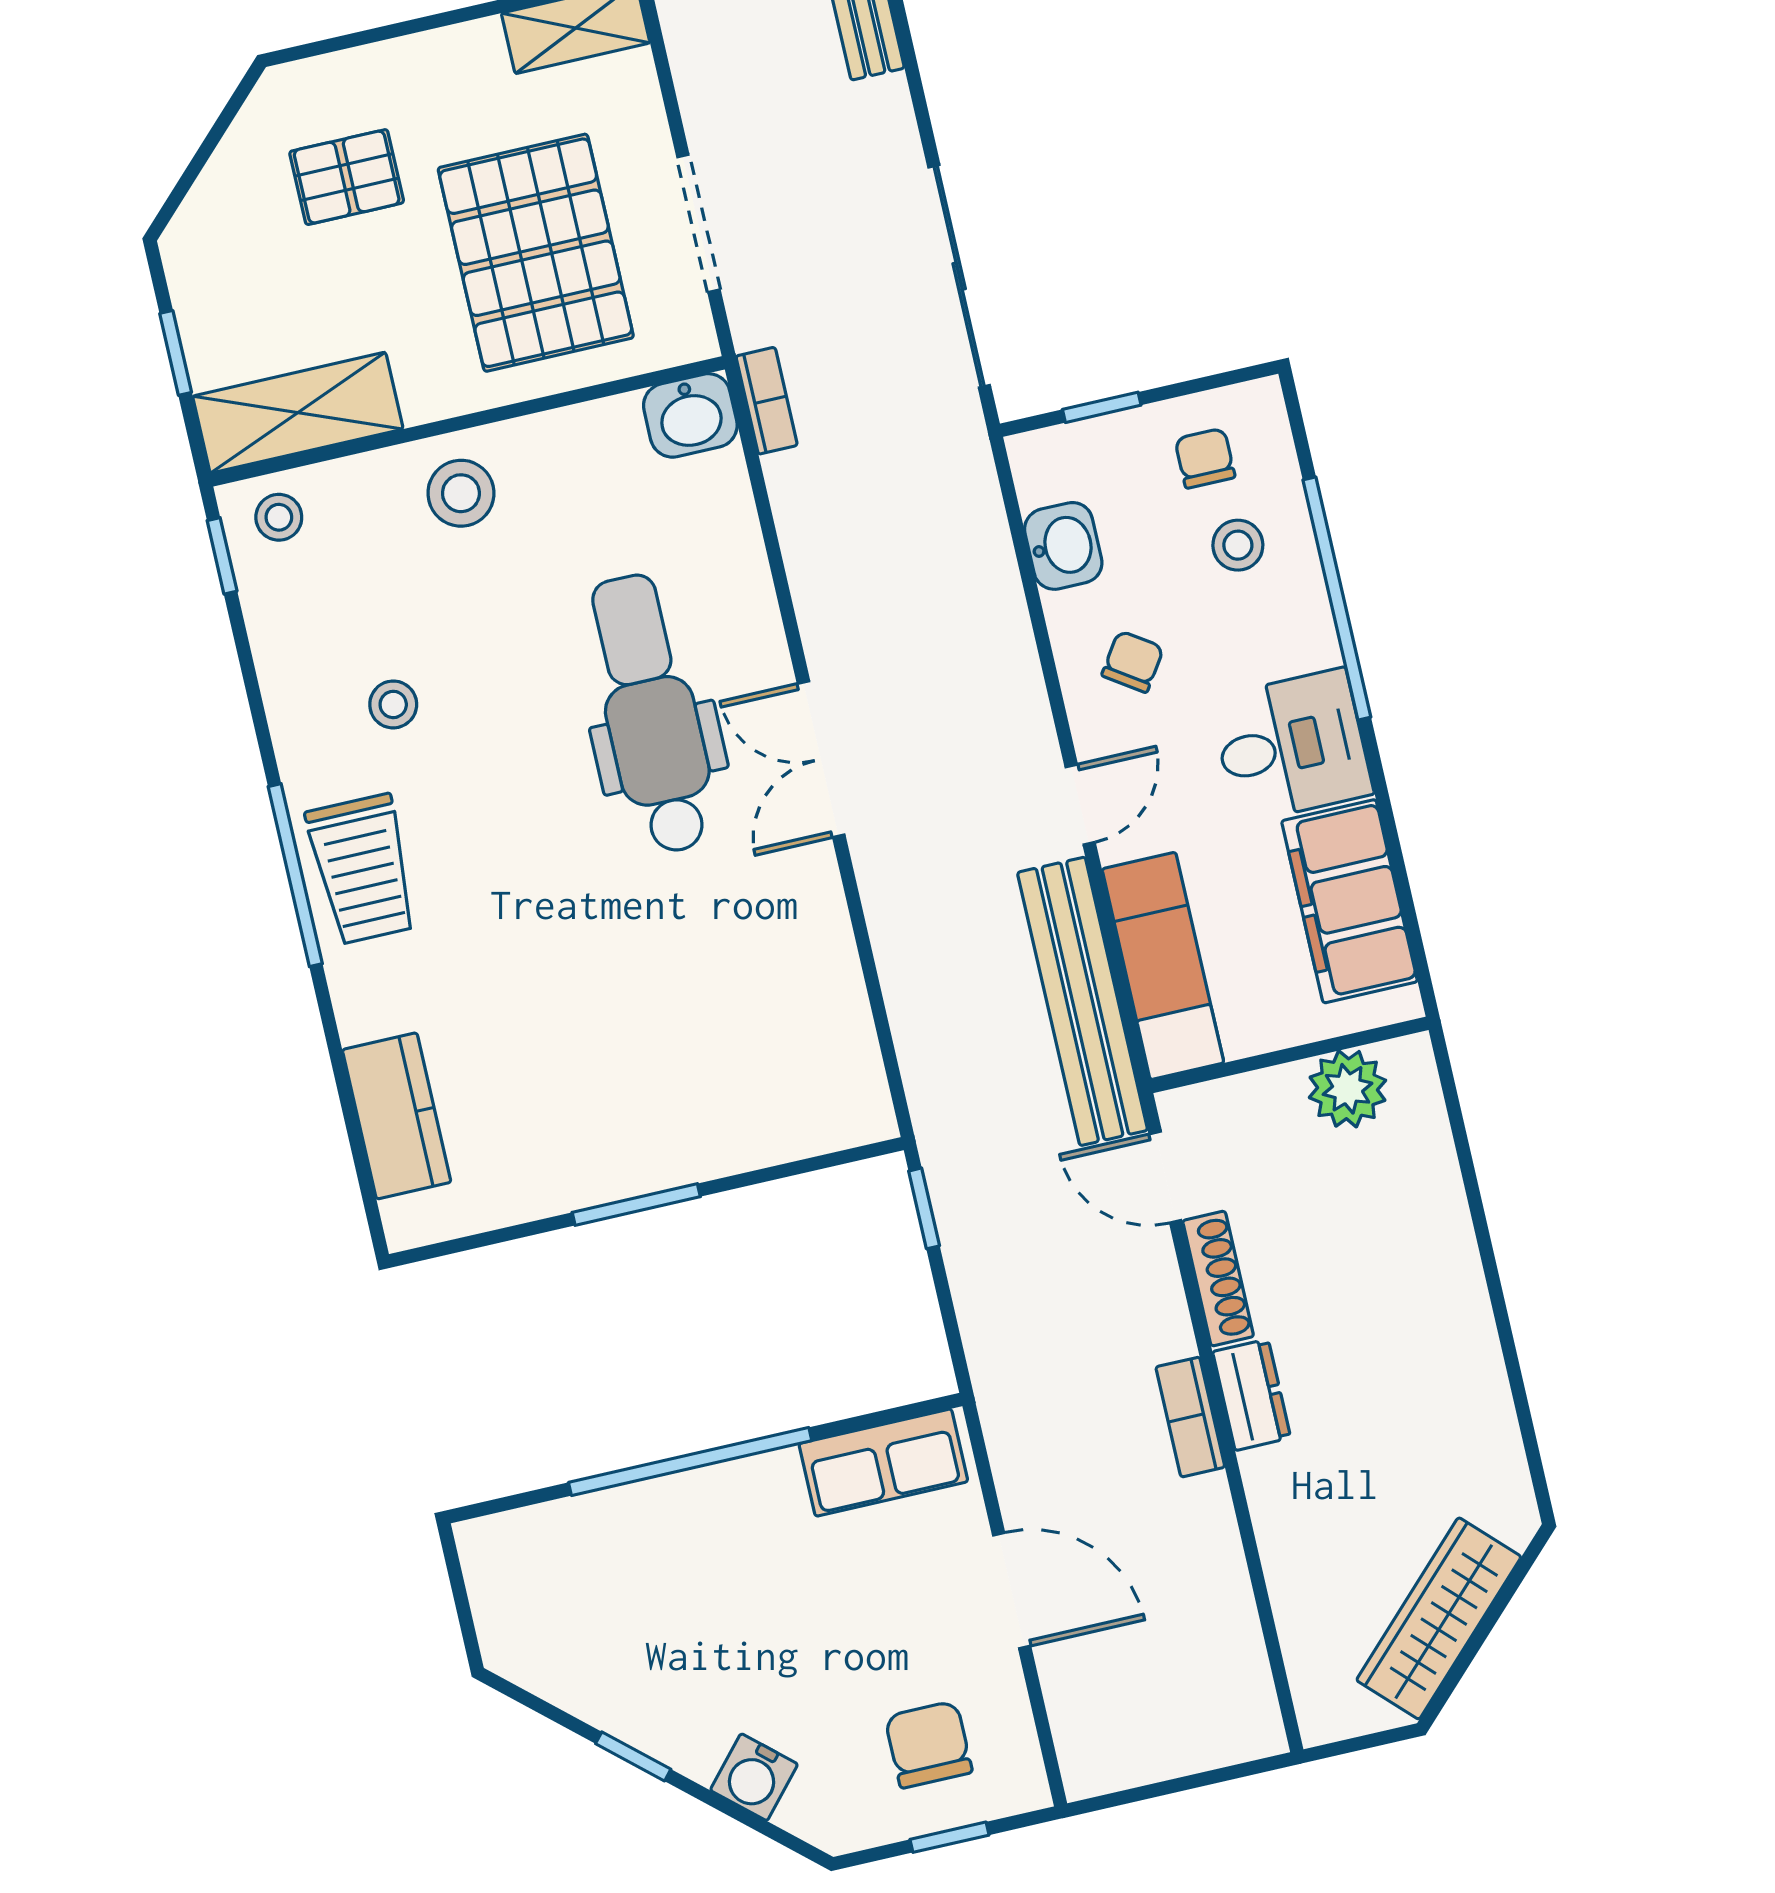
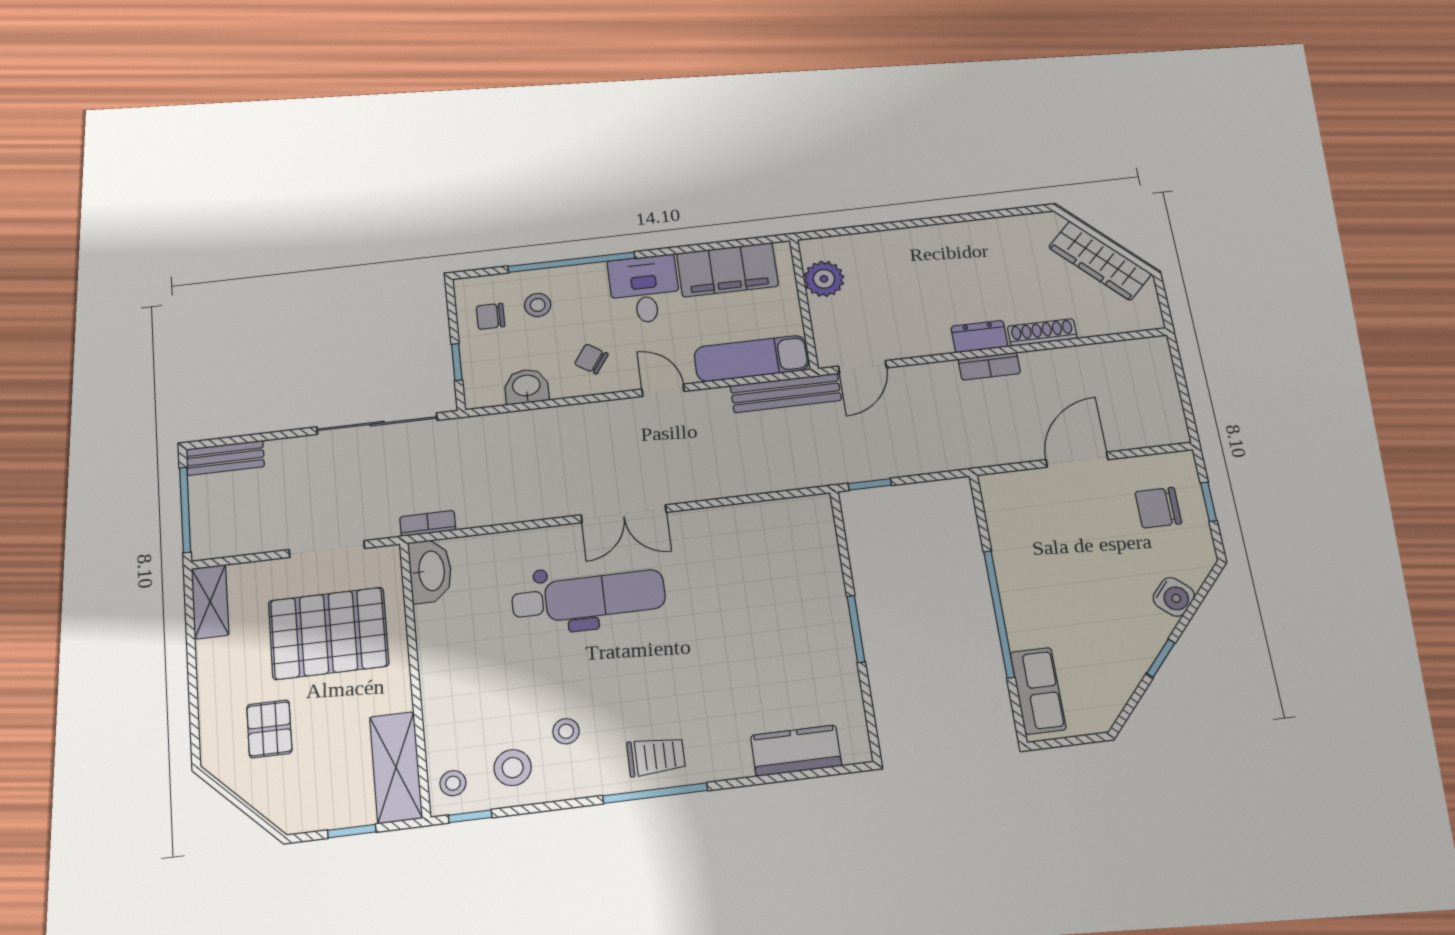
washbasin: (690, 415) -> (430, 571), width x1.38
stool: (461, 493) -> (513, 768), moved
dental chair: (651, 714) -> (588, 597), turned 180
trolley: (362, 869) -> (656, 756), width x0.73, depth x0.72
bench: (1083, 1001) -> (786, 393), width x0.73, depth x0.82
shoe rack: (1218, 1279) -> (1042, 332), moved
row of seats: (883, 1463) -> (1038, 691), moved

